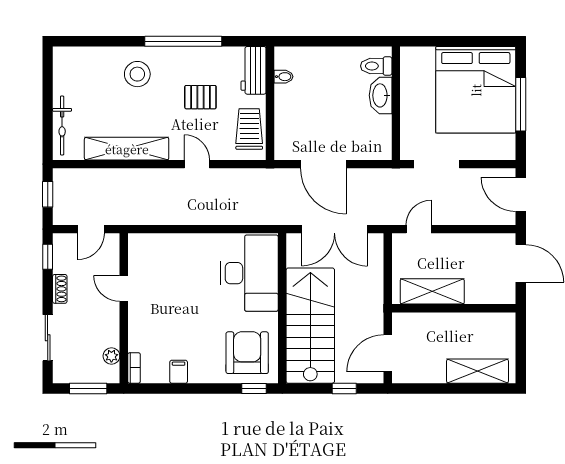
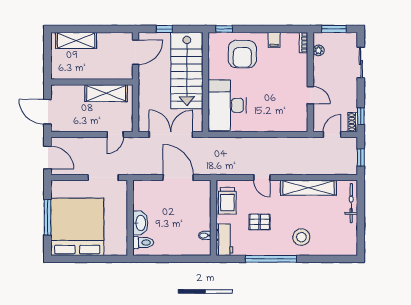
shoe rack: (60, 289) -> (353, 122), moved
armchair: (247, 353) -> (242, 54), moved

